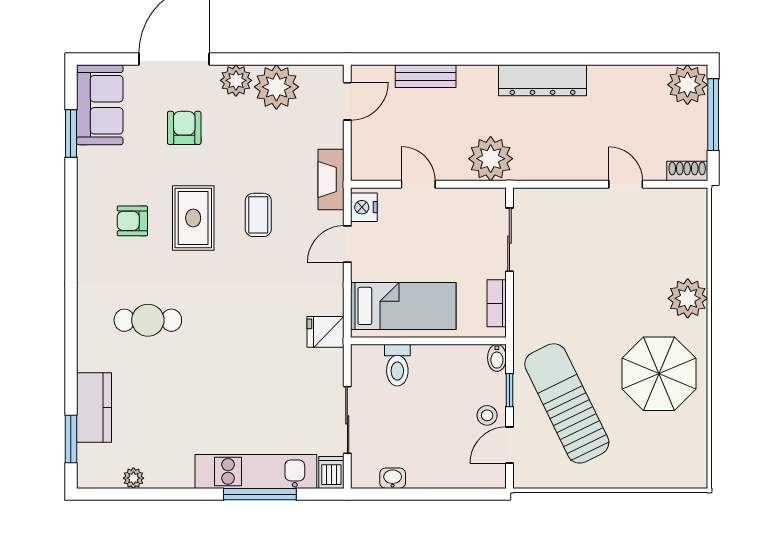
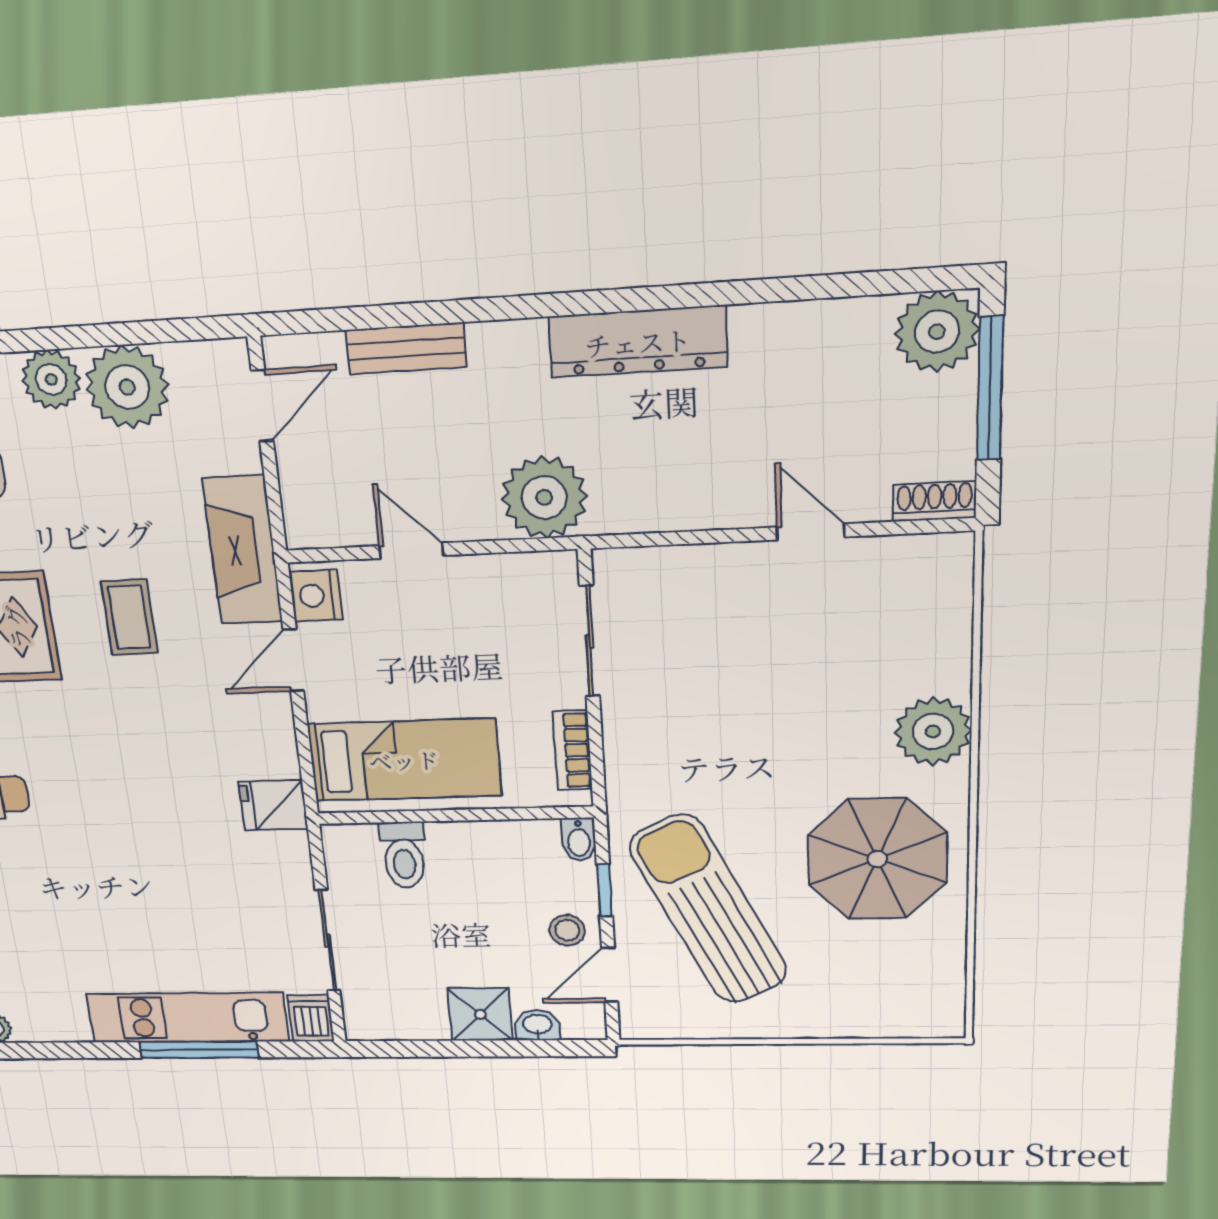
fireplace: (331, 180) -> (243, 550), width x1.37, depth x1.32
shower: (433, 471) -> (480, 1014), added
washbasin: (393, 478) -> (537, 1025), moved

